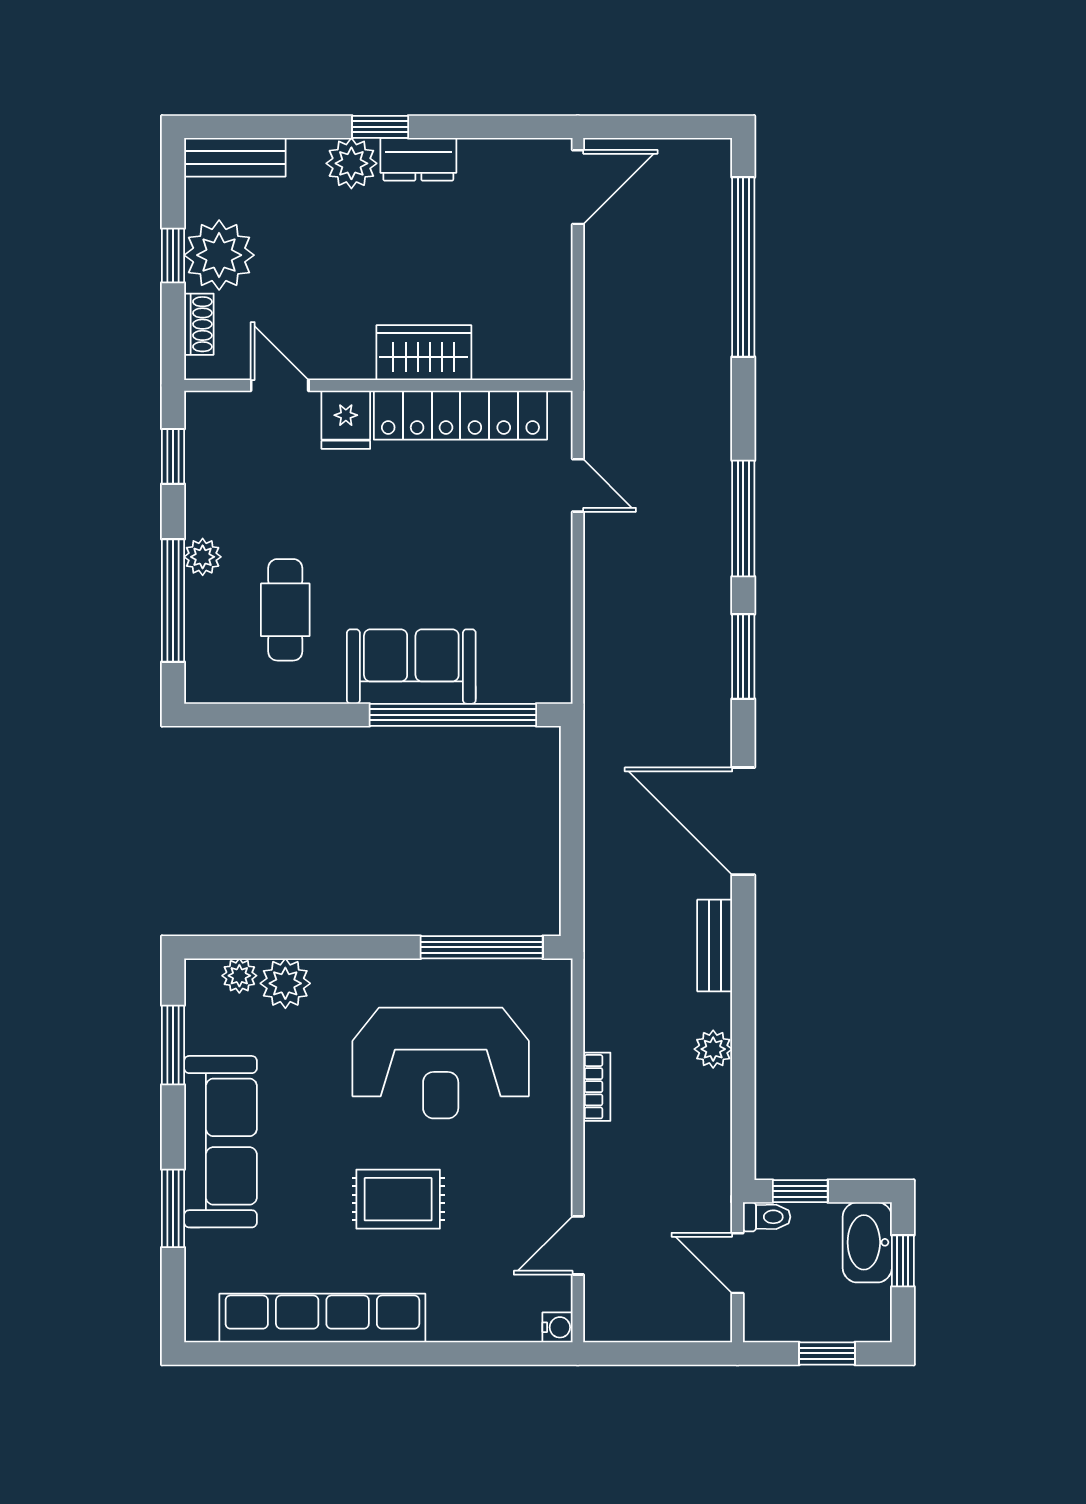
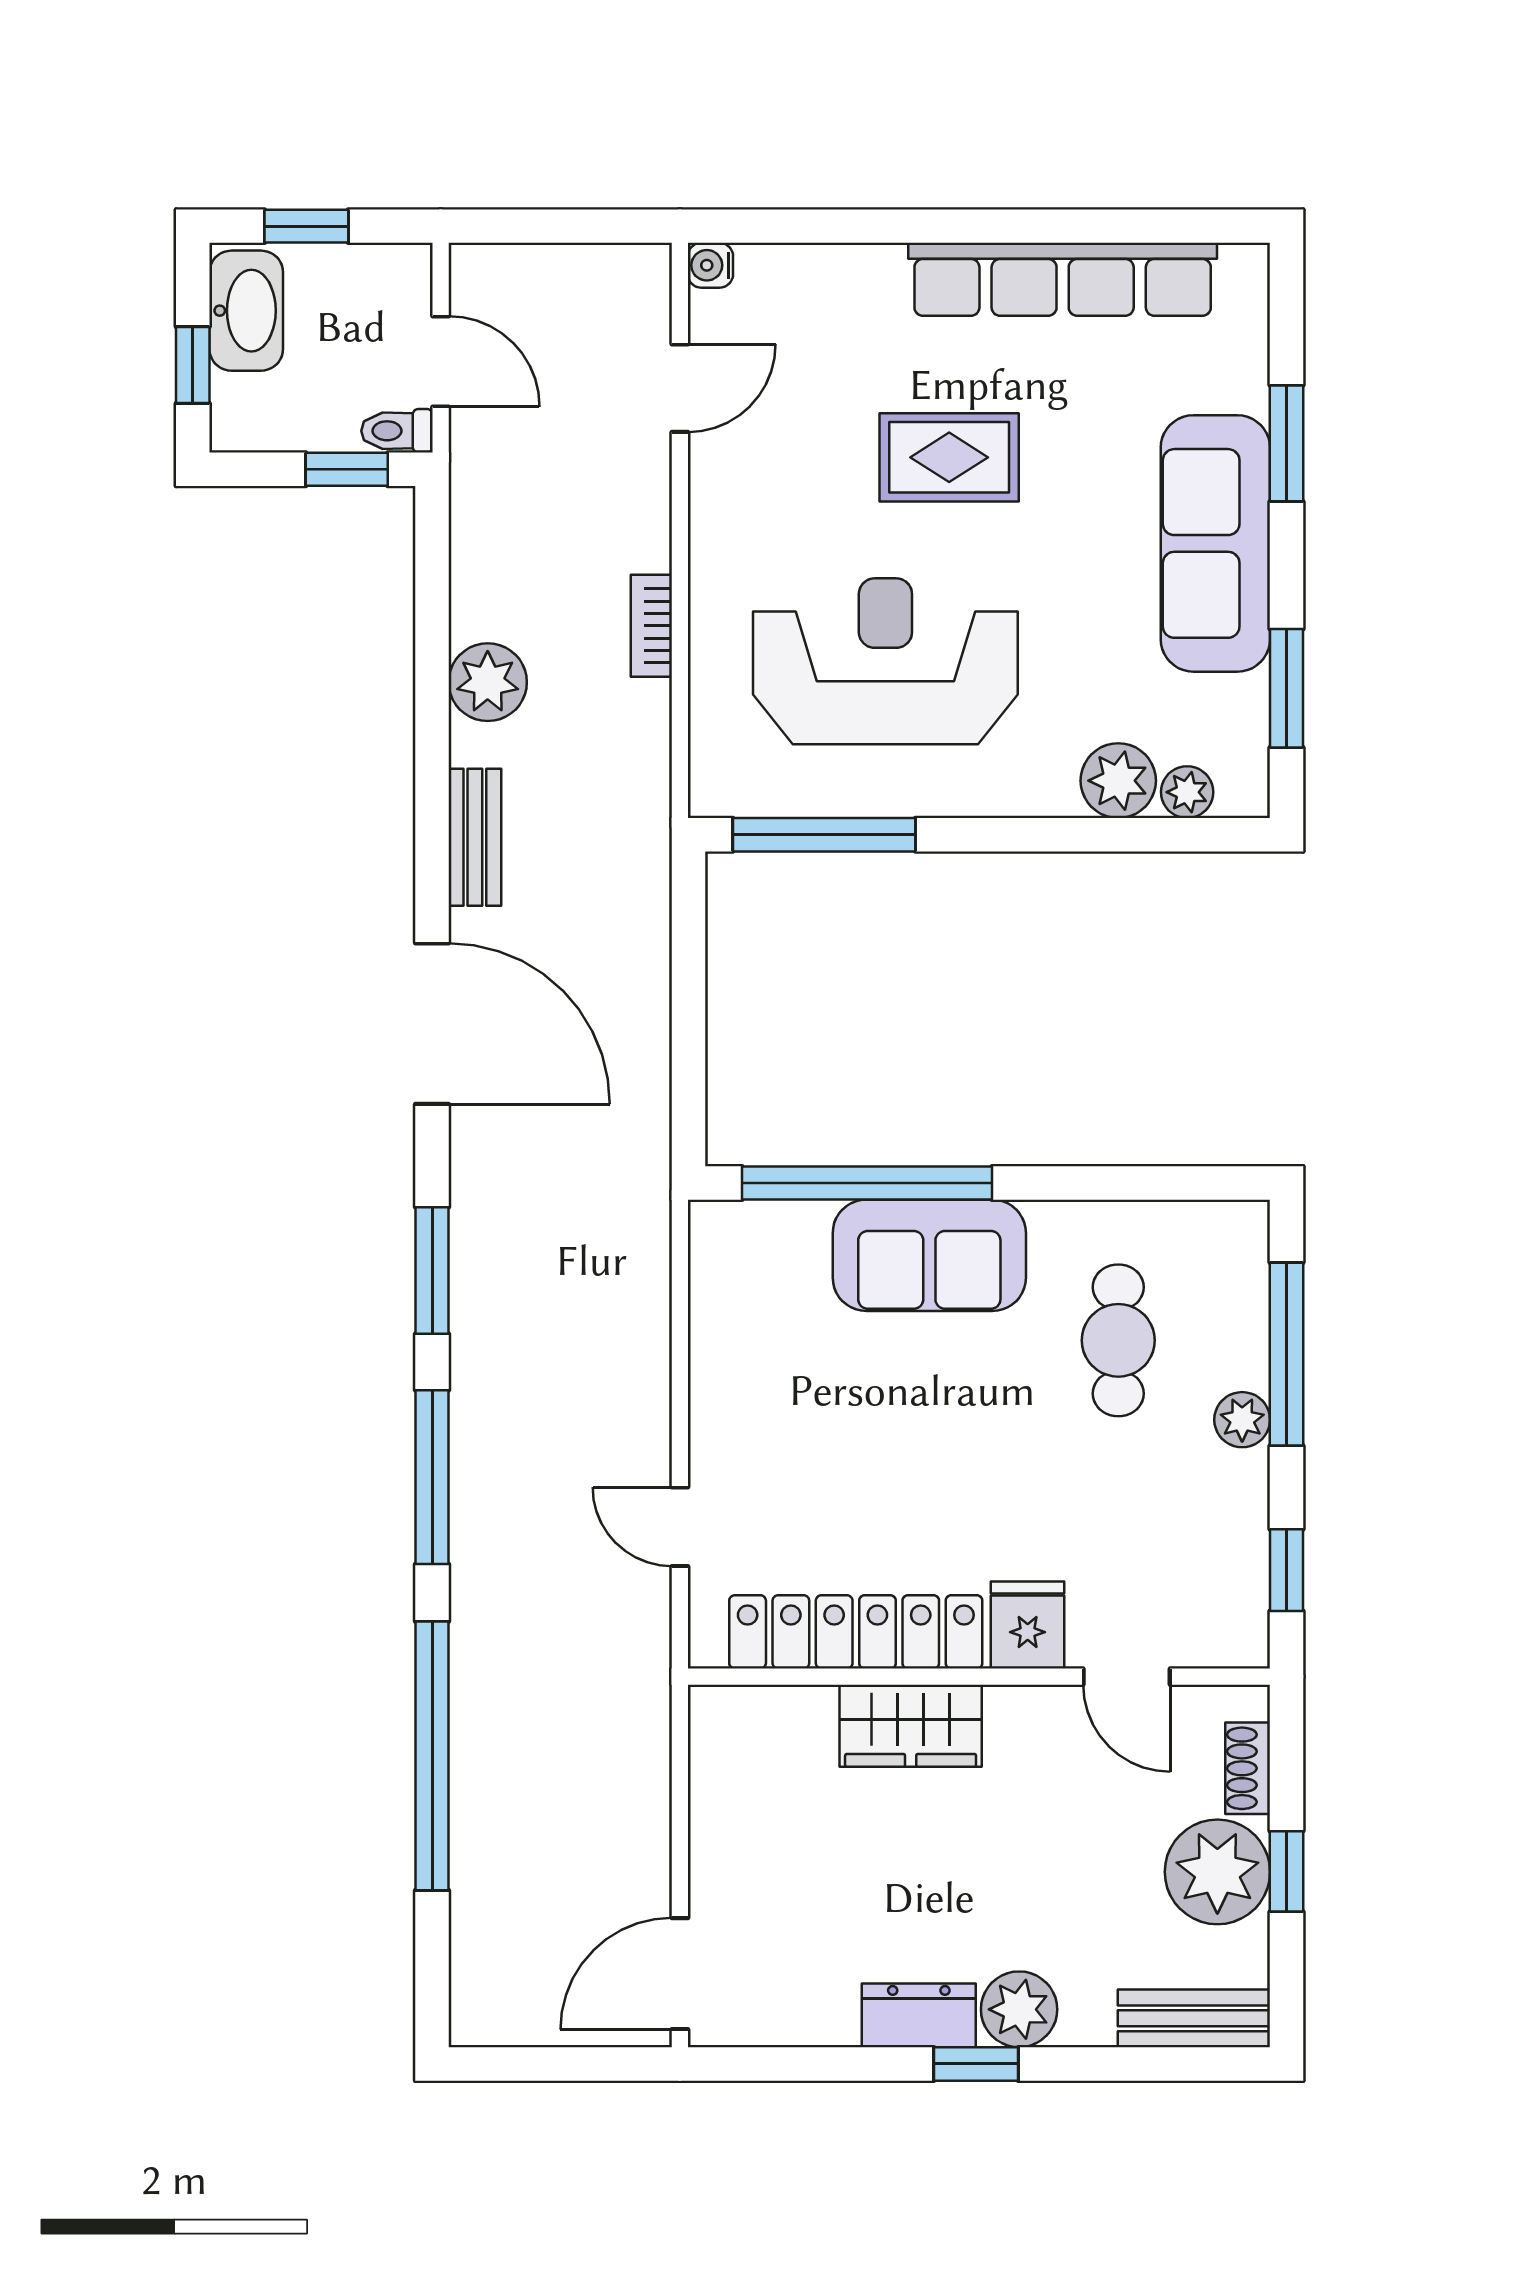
window: (743, 267) -> (432, 1756), moved
plant: (713, 1049) -> (488, 682), width x1.38, depth x1.38
washbasin: (867, 1242) -> (246, 311), moved

